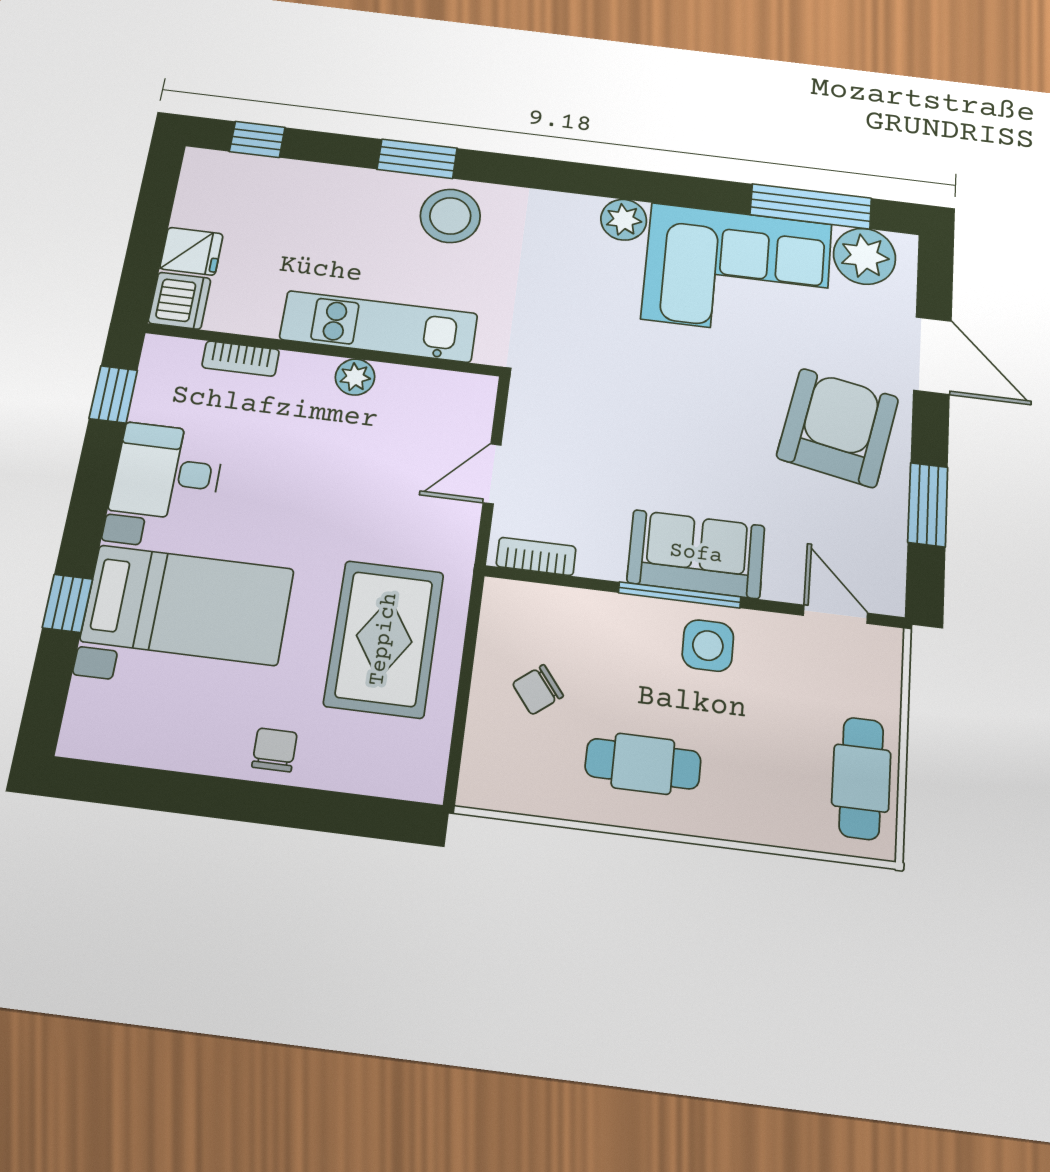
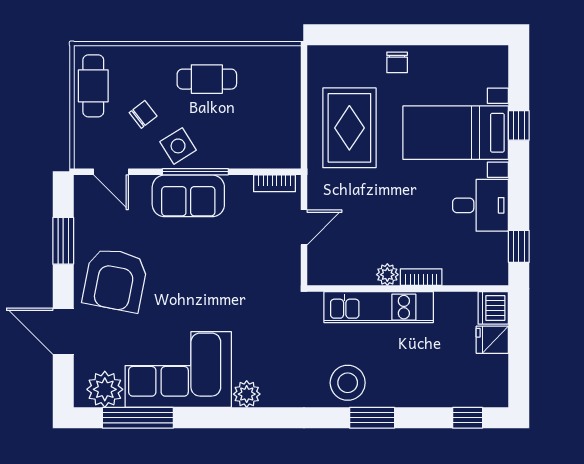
bookcase: (241, 359) -> (421, 277), moved
side table: (708, 646) -> (178, 146), turned -32
chair: (538, 690) -> (143, 114), moved

